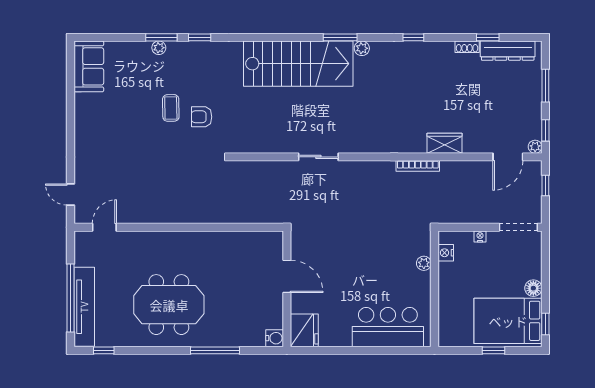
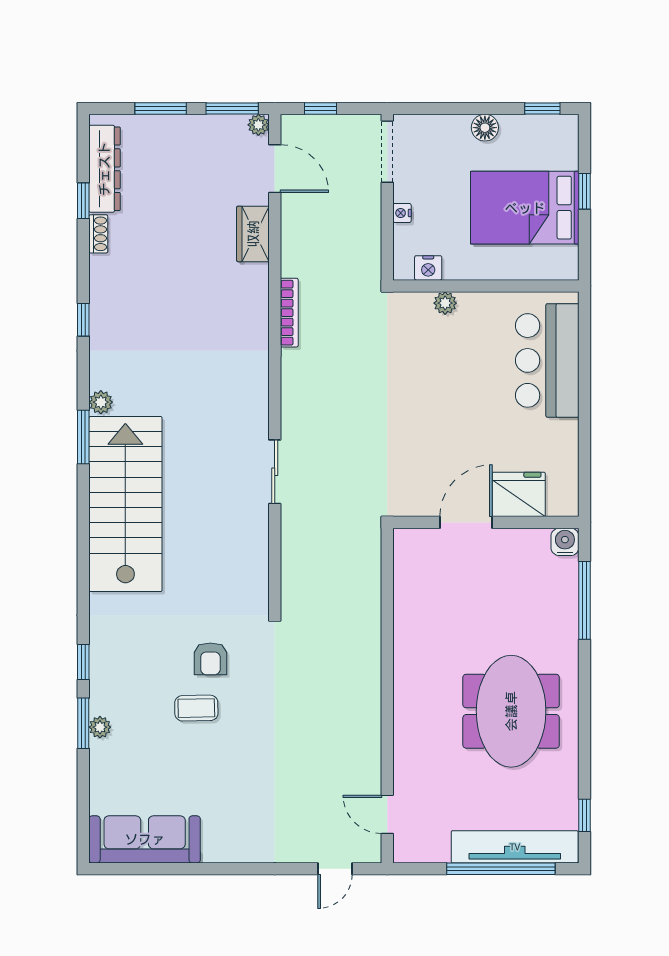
sofa: (89, 66) -> (145, 839), width x1.36
window: (545, 130) -> (232, 109), width x1.50
wardrobe: (444, 143) -> (253, 234), moved
bed: (508, 321) -> (525, 208), moved, turned 90
fridge: (304, 330) -> (519, 494), moved
window: (215, 350) -> (584, 600), moved

